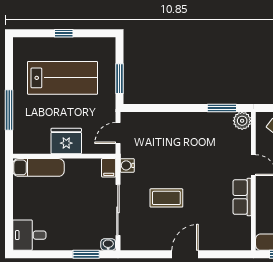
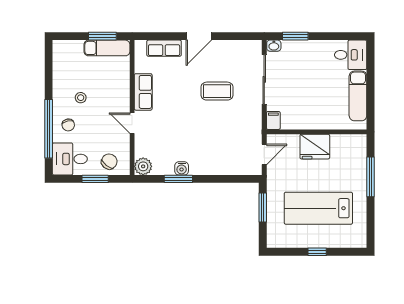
window: (222, 108) -> (178, 179), moved
water cooler: (127, 165) -> (182, 168), moved, turned 90
exam couch: (39, 167) -> (358, 96), moved, turned -90
row of seats: (221, 242) -> (164, 48), added

